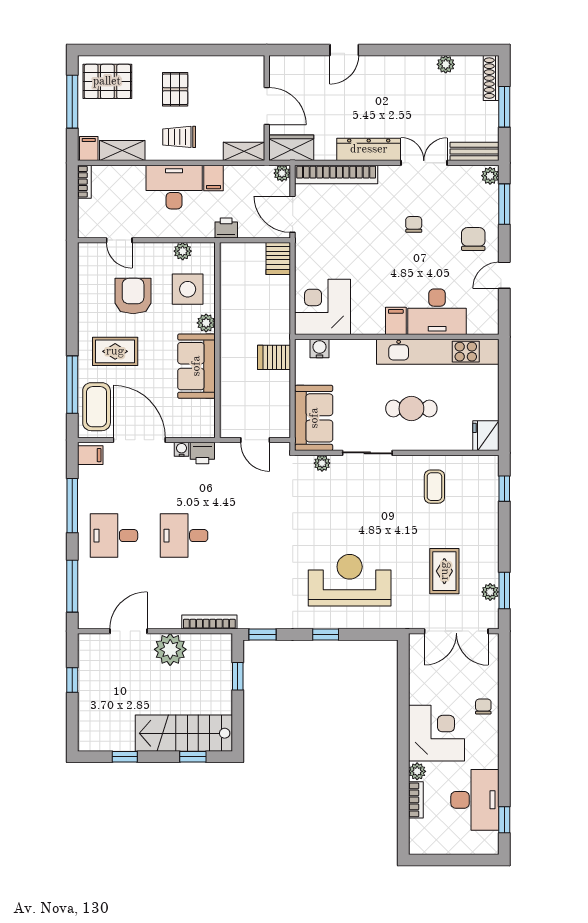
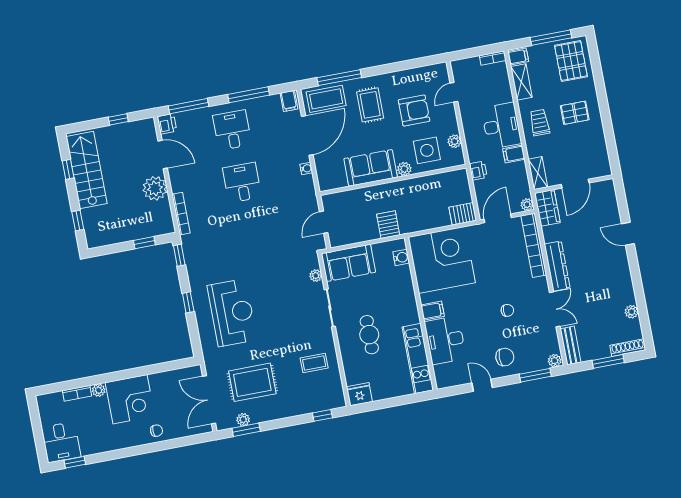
corner desk: (323, 307) -> (442, 260), width x1.36, depth x1.36
kitchen unit: (438, 352) -> (418, 359), width x0.73
printer: (202, 453) -> (167, 124), moved, turned 180
rug: (444, 571) -> (252, 382), width x1.36, depth x1.43
stairs: (184, 733) -> (87, 170), moved
desk: (475, 800) -> (61, 442), moved, width x0.73

